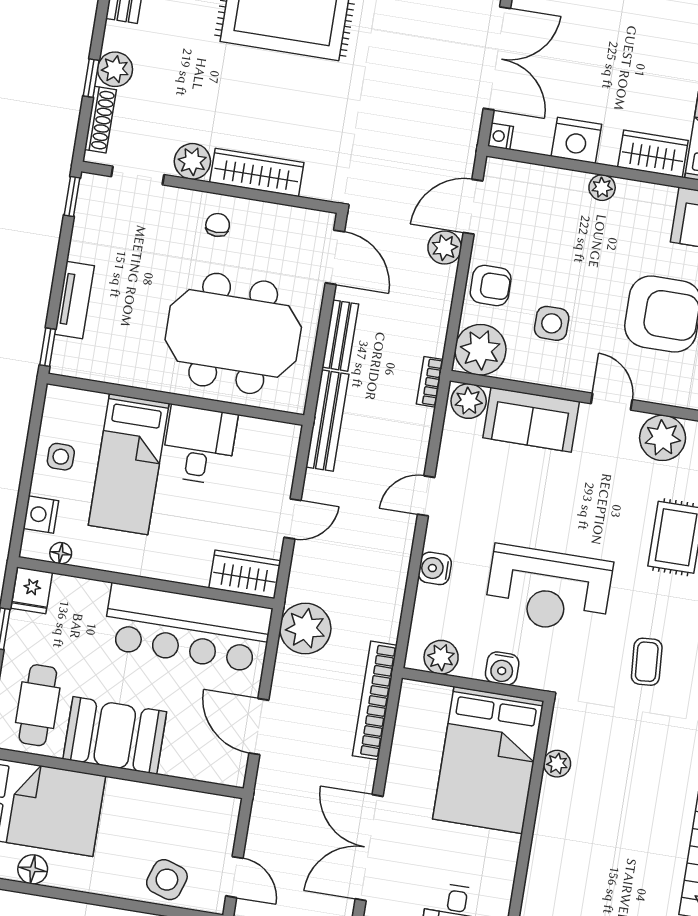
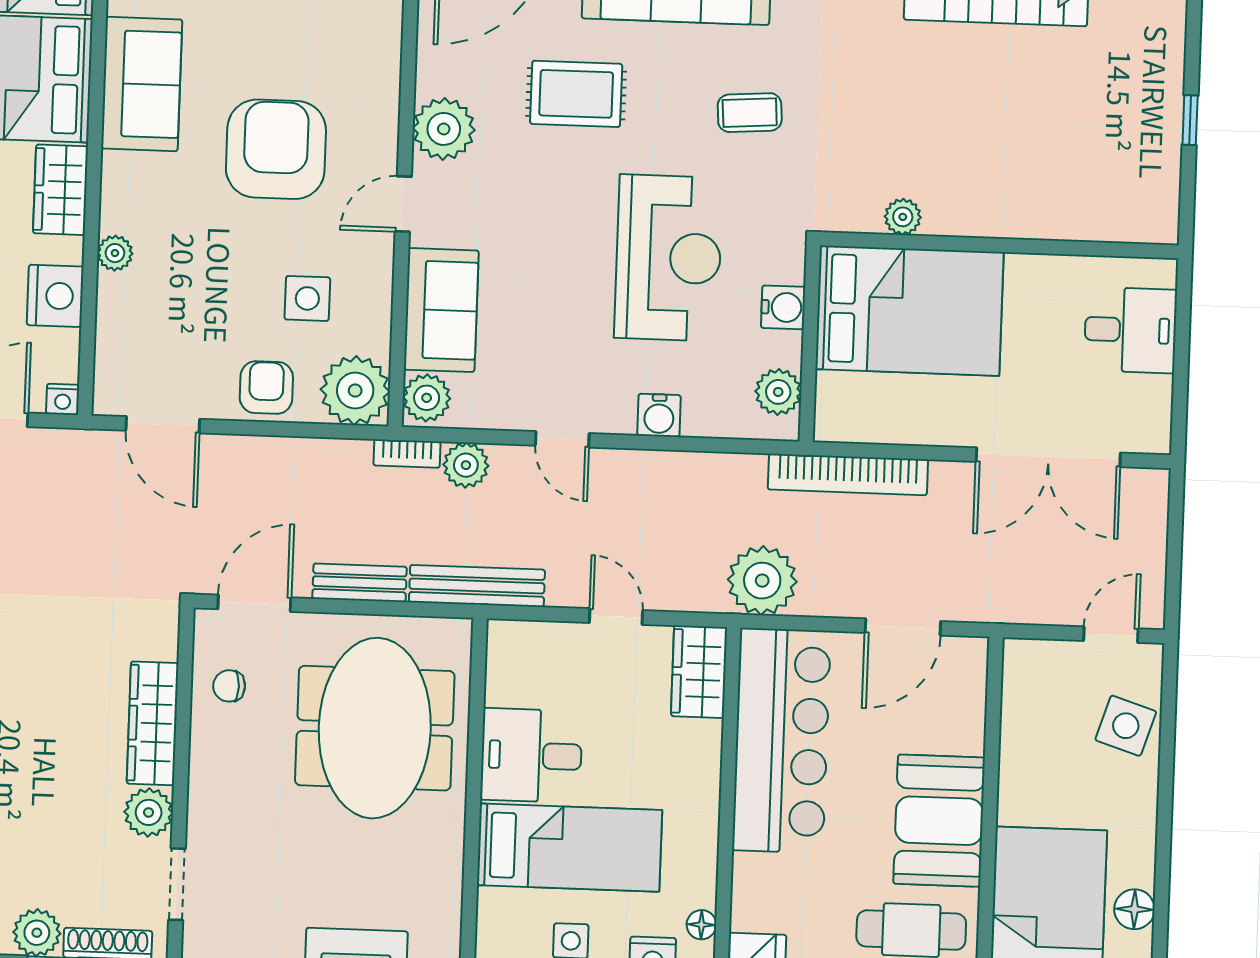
chair: (218, 225) -> (229, 686), moved
plant: (445, 248) -> (466, 465), moved

